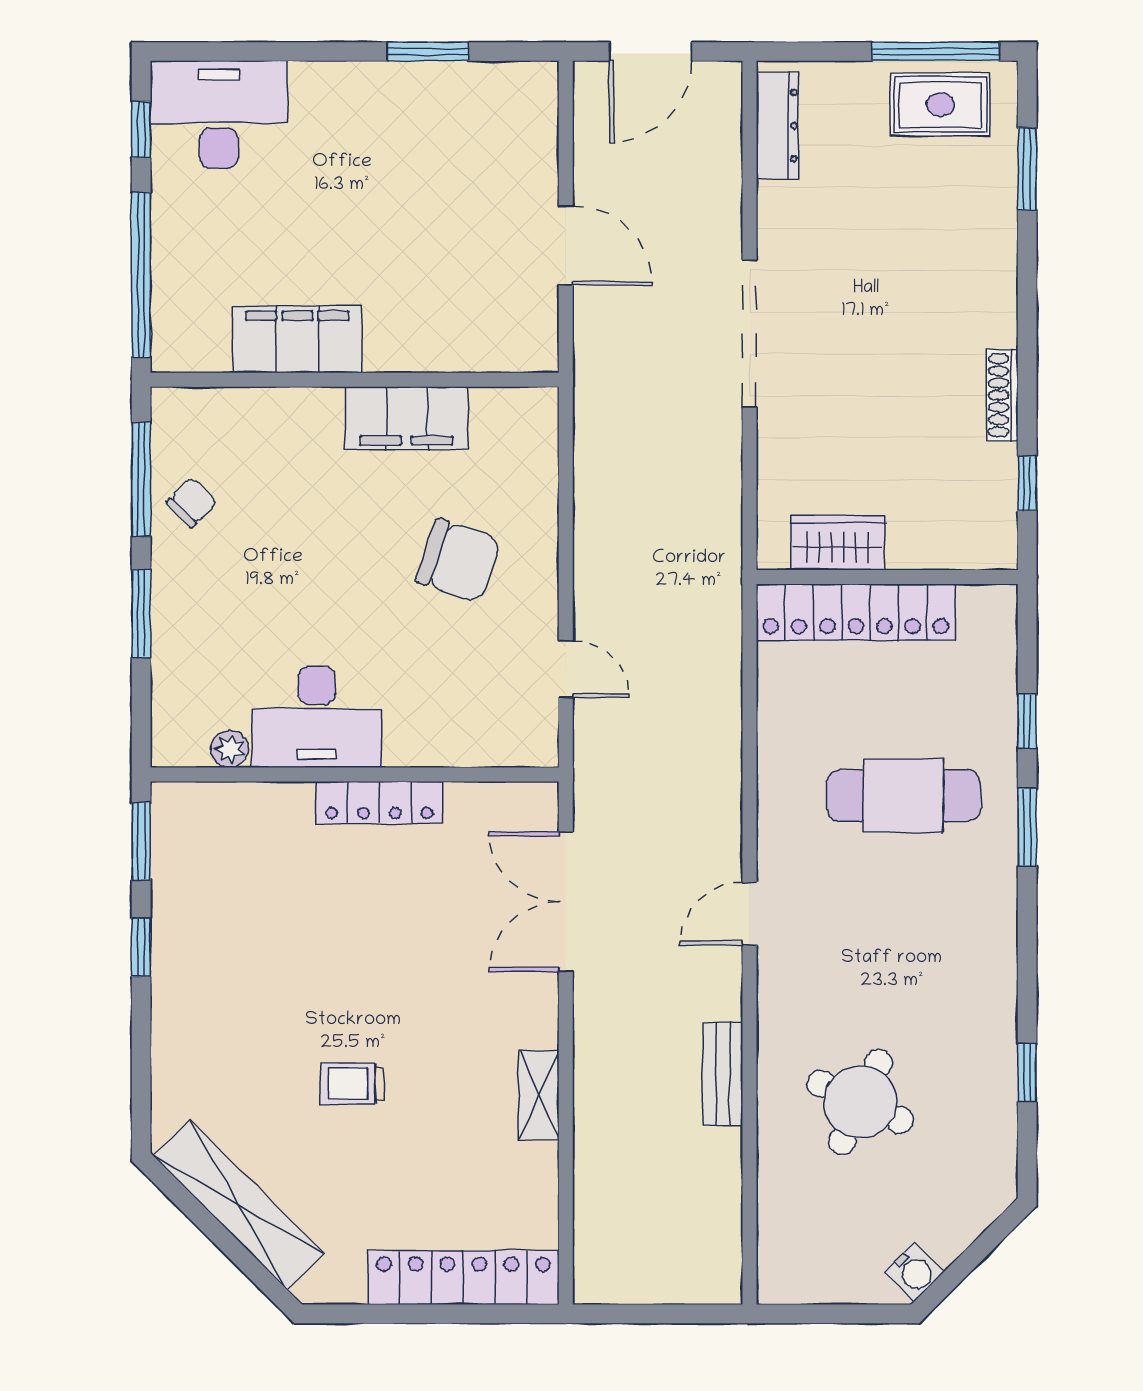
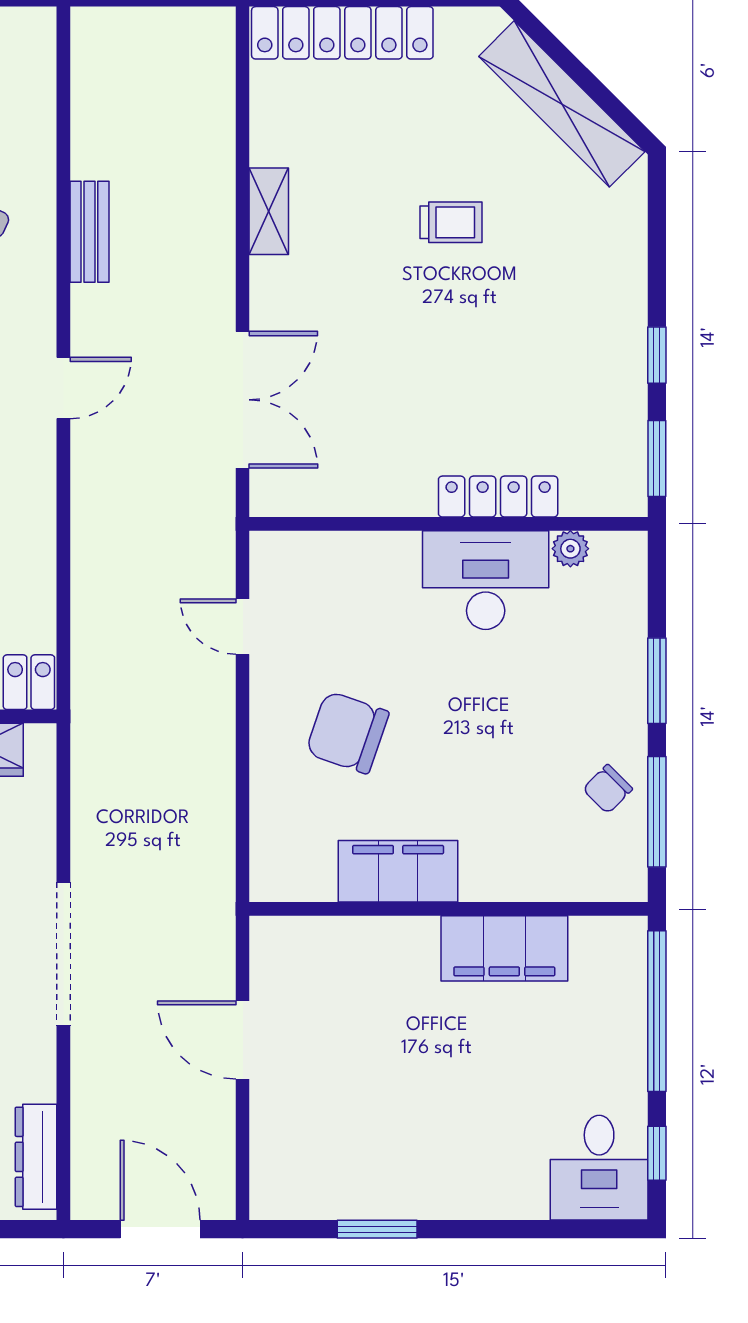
door: (650, 51) -> (160, 1229), hinge flipped
desk: (219, 115) -> (599, 1168), width x0.73
locker: (379, 802) -> (498, 497), moved

